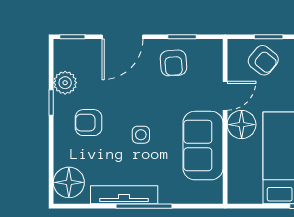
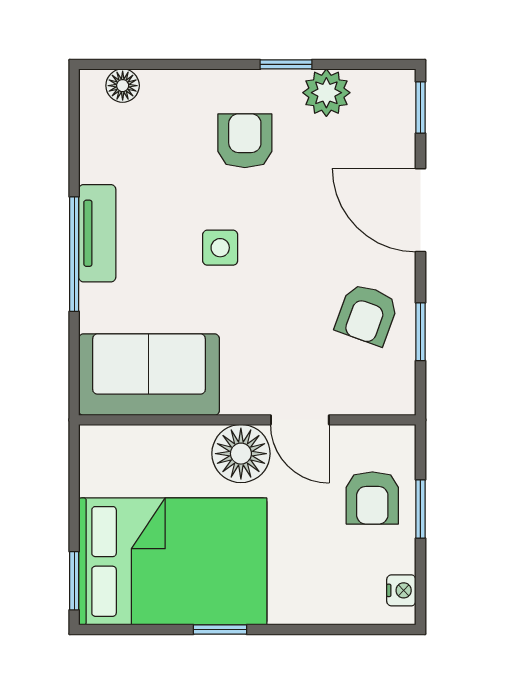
armchair: (263, 60) -> (372, 498), turned -39
armchair: (173, 63) -> (367, 314), turned -66
sofa: (203, 146) -> (149, 375), moved
floor lamp: (69, 182) -> (123, 86), width x0.53, depth x0.53
tv unit: (124, 195) -> (97, 233), width x0.71

